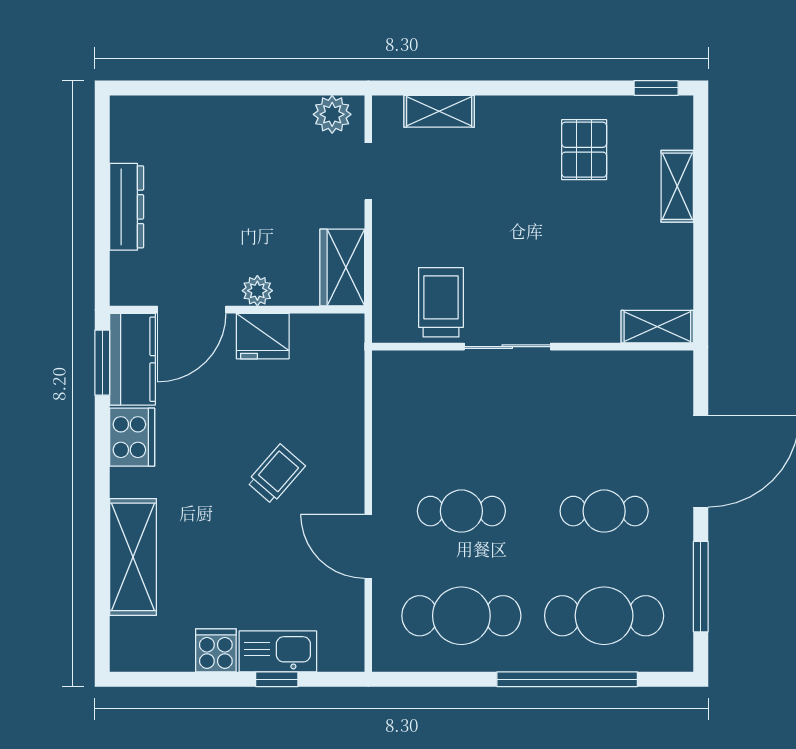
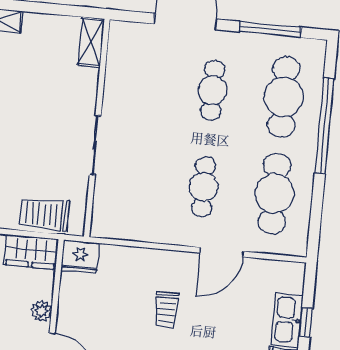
trolley: (441, 302) -> (45, 214), moved
fridge: (263, 336) -> (80, 257), moved, turned 90
trolley: (276, 474) -> (167, 310), turned -131

